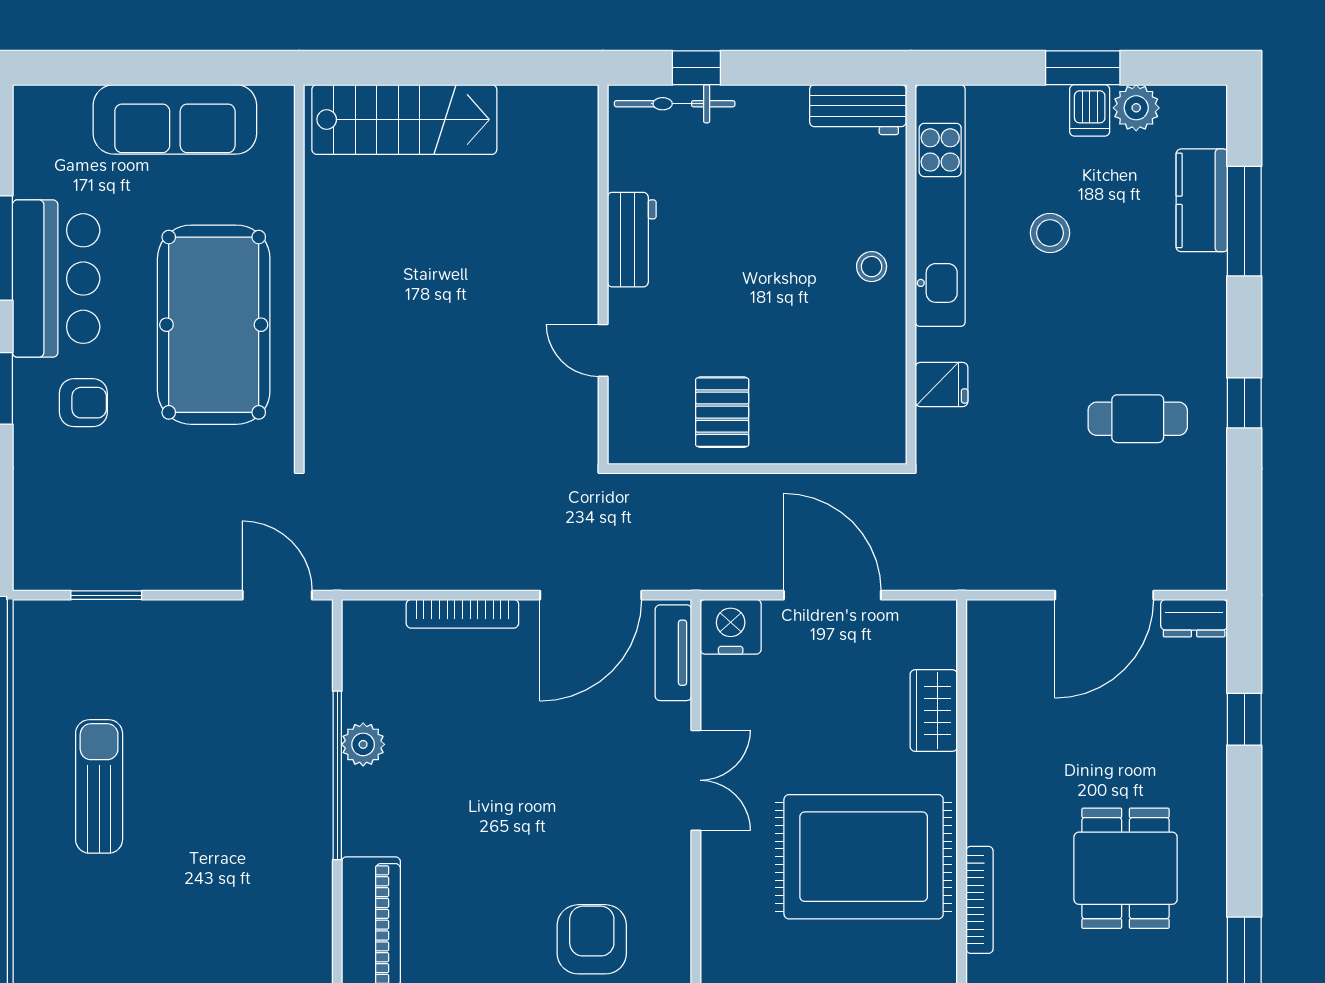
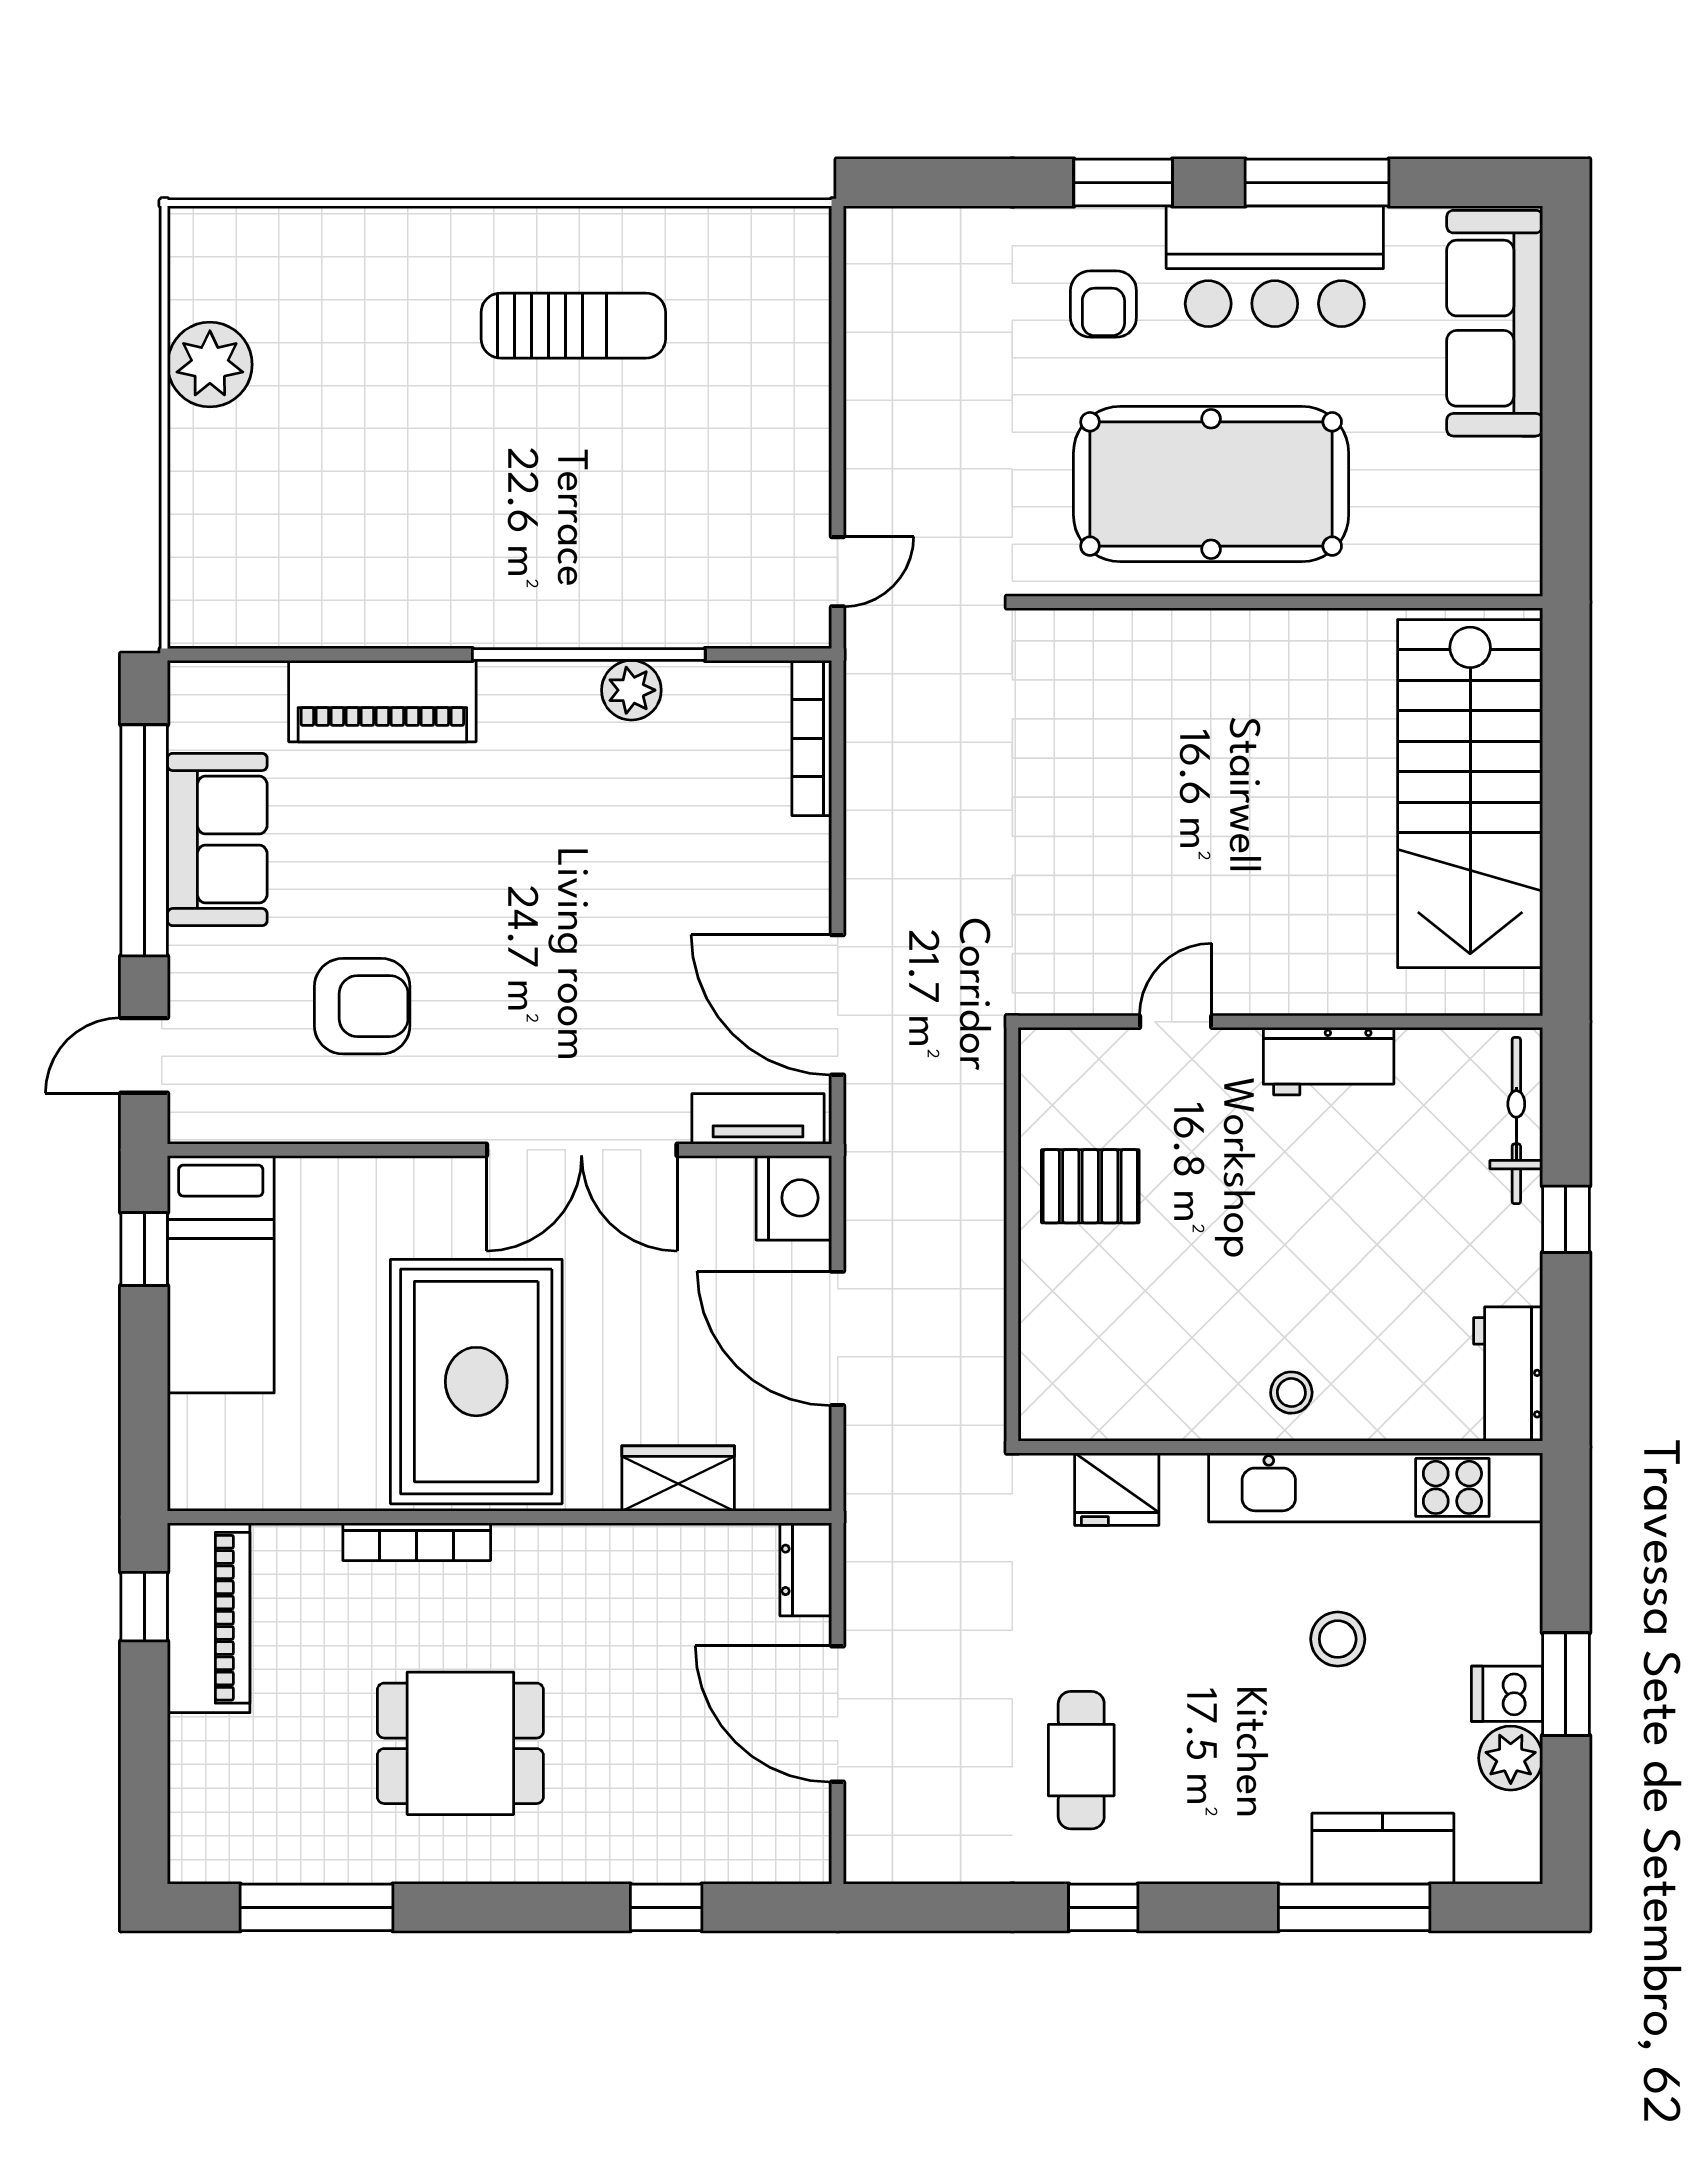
window: (696, 68) -> (1566, 1219), moved
sofa: (175, 119) -> (1495, 323), moved
stairs: (404, 120) -> (1470, 794), width x1.36, depth x1.51
fridge: (941, 385) -> (1117, 1489), width x1.38
window: (106, 595) -> (838, 336), removed
door: (277, 595) -> (838, 572), width x0.73
door: (832, 595) -> (838, 1338), swing flipped
bookcase: (462, 614) -> (812, 738), moved
dresser: (1194, 618) -> (806, 1570), moved
double door: (696, 780) -> (582, 1150), width x1.37

